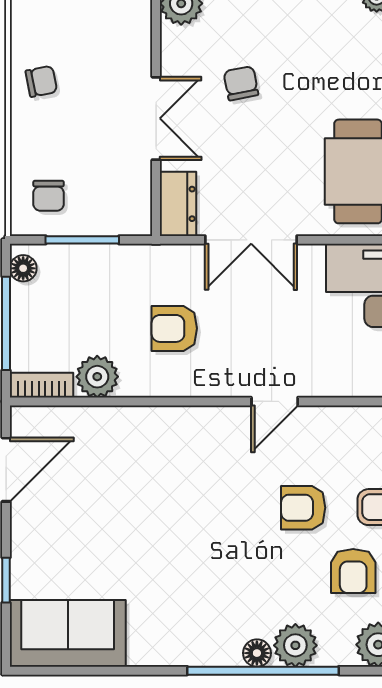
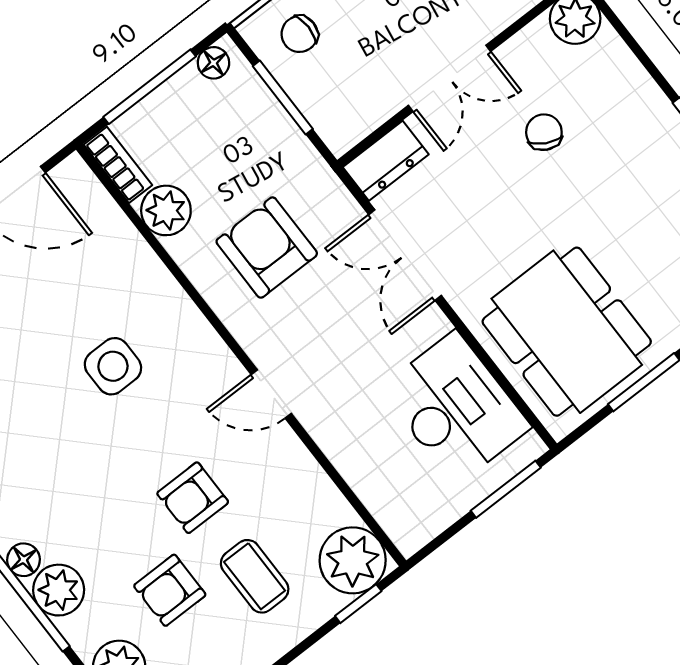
chair: (241, 83) -> (544, 132), turned -51
armchair: (174, 328) -> (267, 248), width x1.38, depth x1.38
side table: (174, 493) -> (113, 366), added
armchair: (303, 508) -> (193, 498), turned -90

